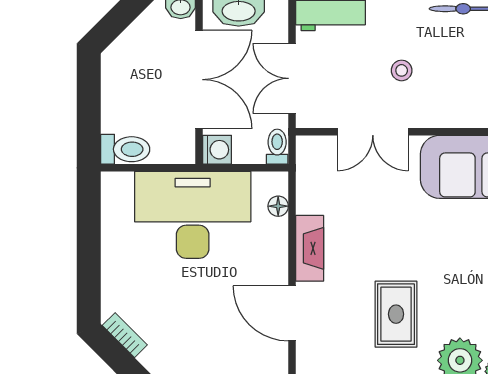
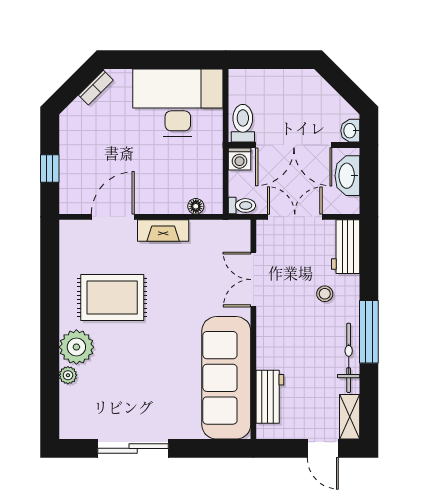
stool: (402, 70) -> (325, 294), moved
toilet: (125, 149) -> (243, 123), moved, turned 180
desk: (193, 215) -> (178, 103), moved, turned -90
rug: (396, 314) -> (112, 298), width x1.36, depth x1.43

